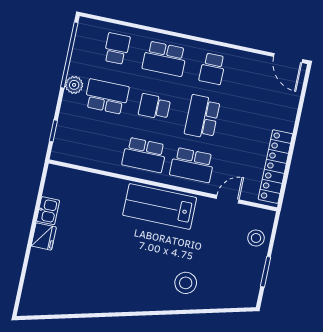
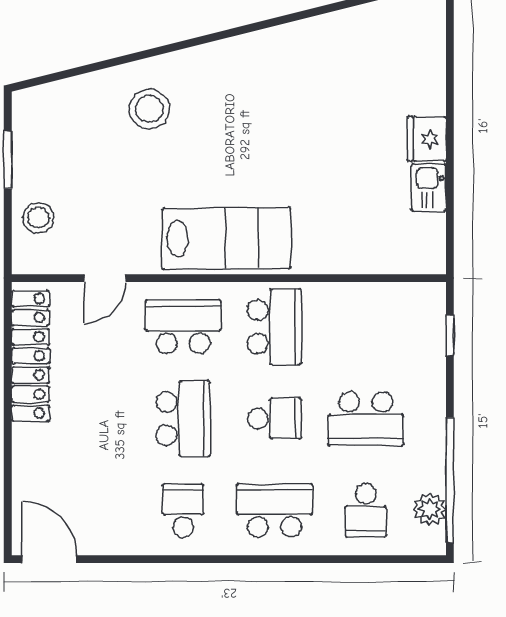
plant: (74, 85) -> (430, 509), moved
school desk: (144, 155) -> (274, 327), turned 90

